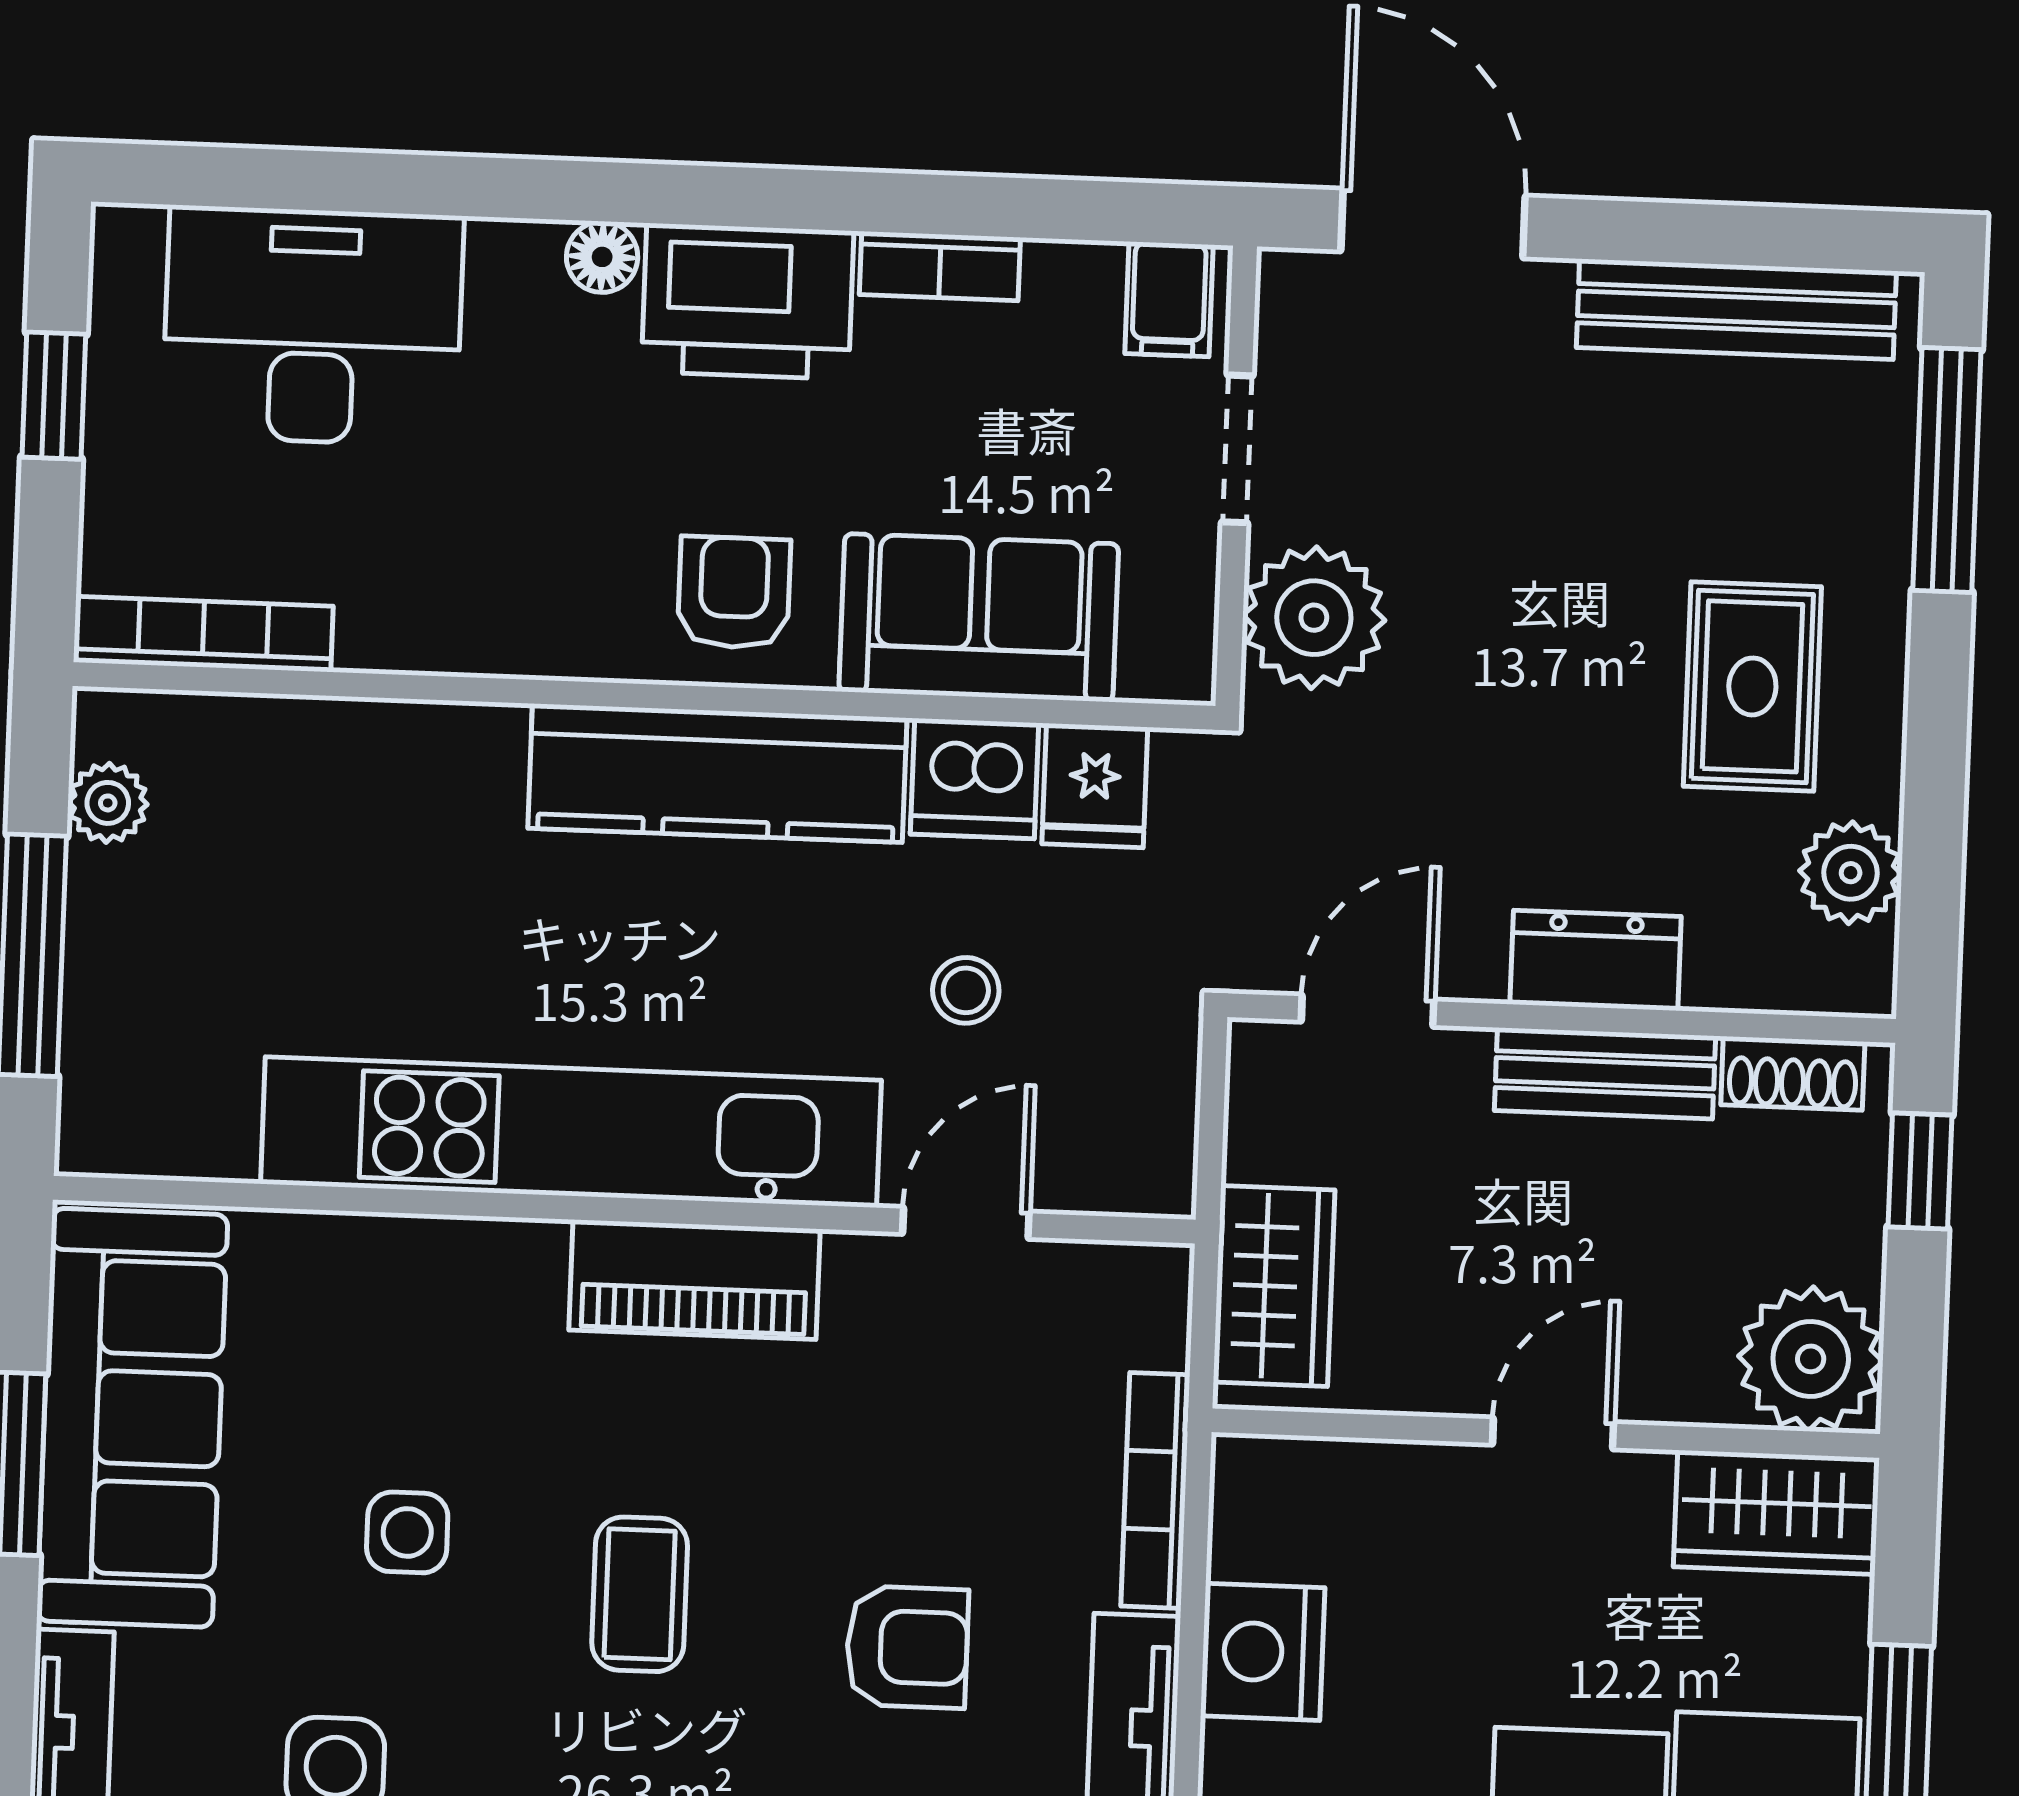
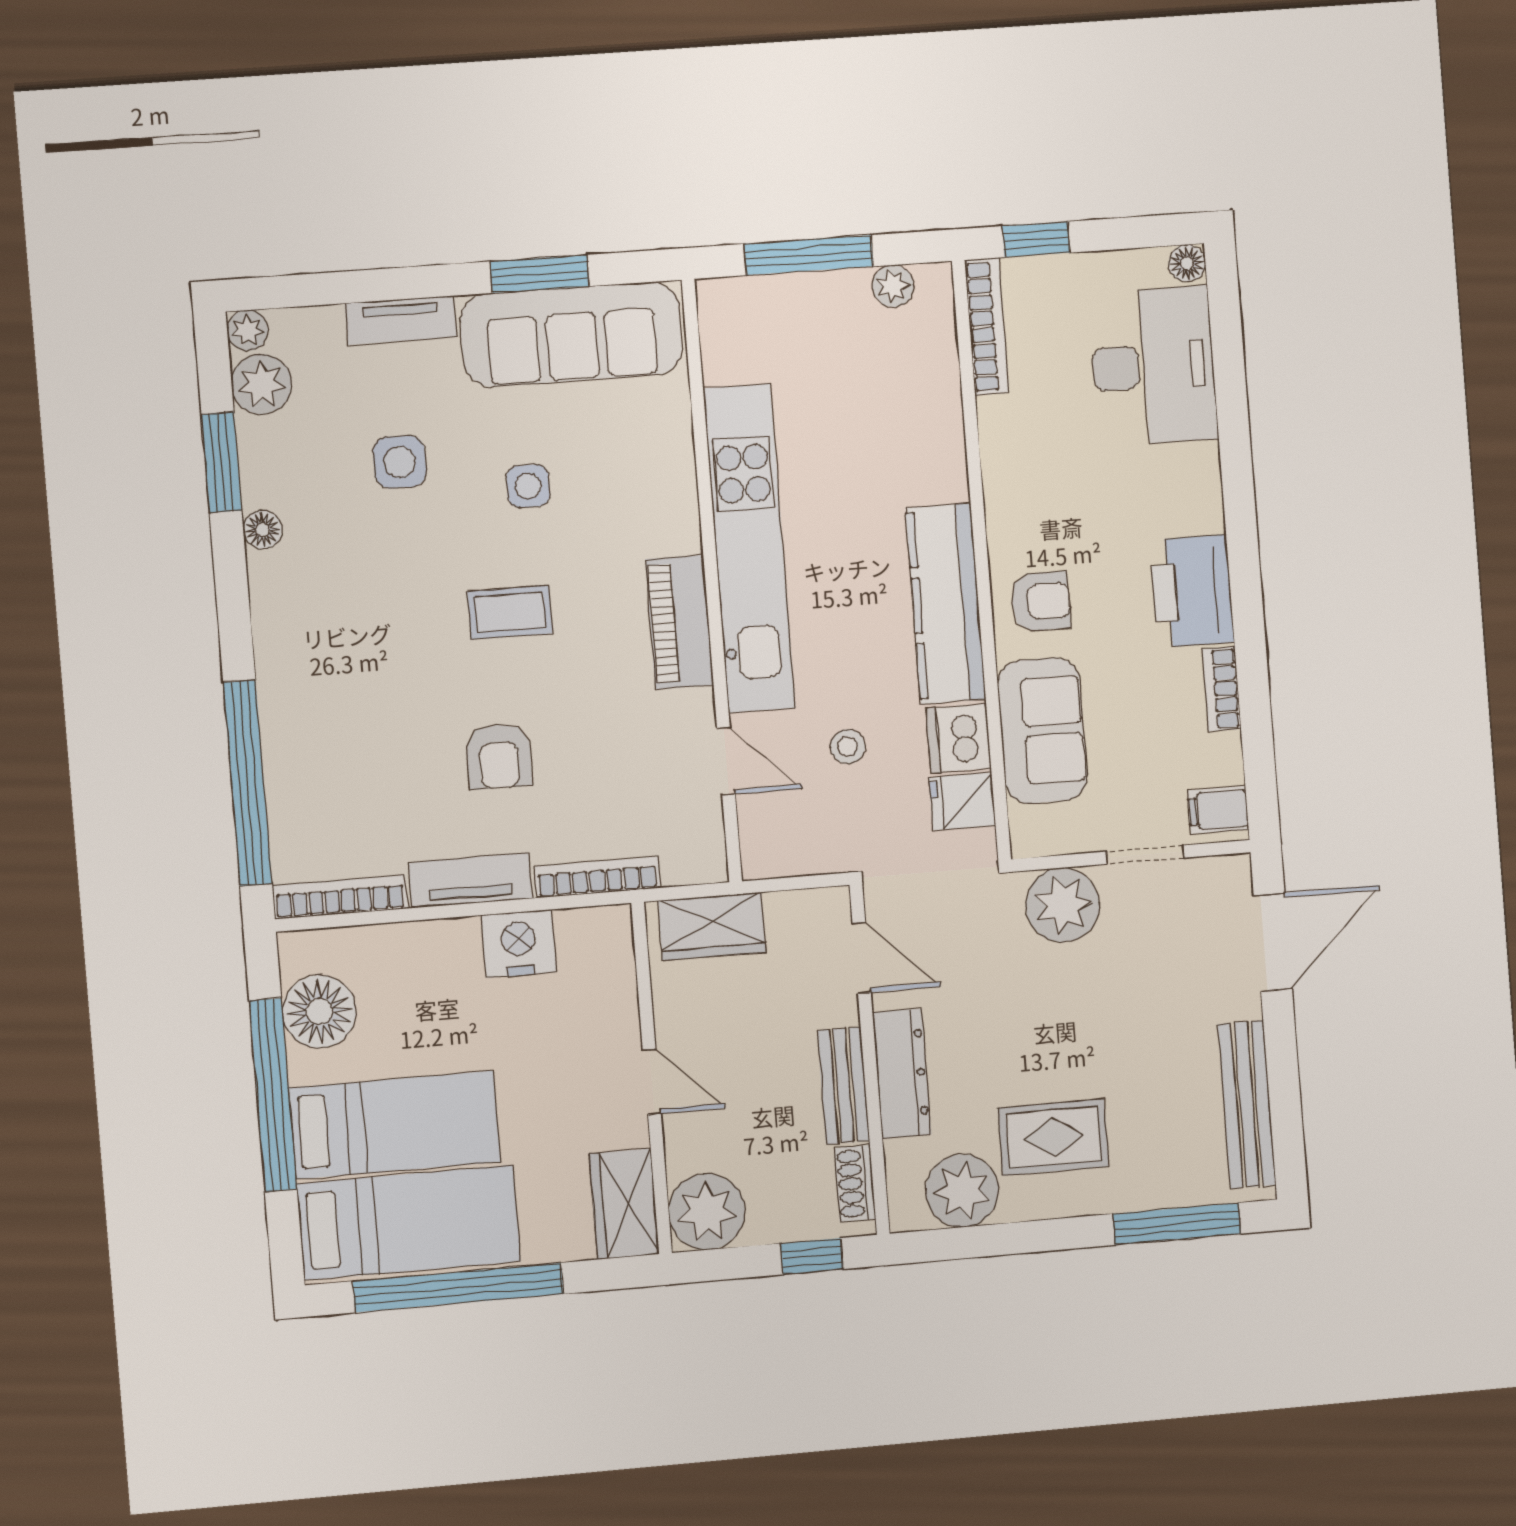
floor lamp: (602, 257) -> (1187, 263), moved
window: (54, 396) -> (1036, 239), moved
plant: (1851, 873) -> (962, 1191), width x1.36, depth x1.36
dresser: (1596, 960) -> (902, 1073), width x1.44

